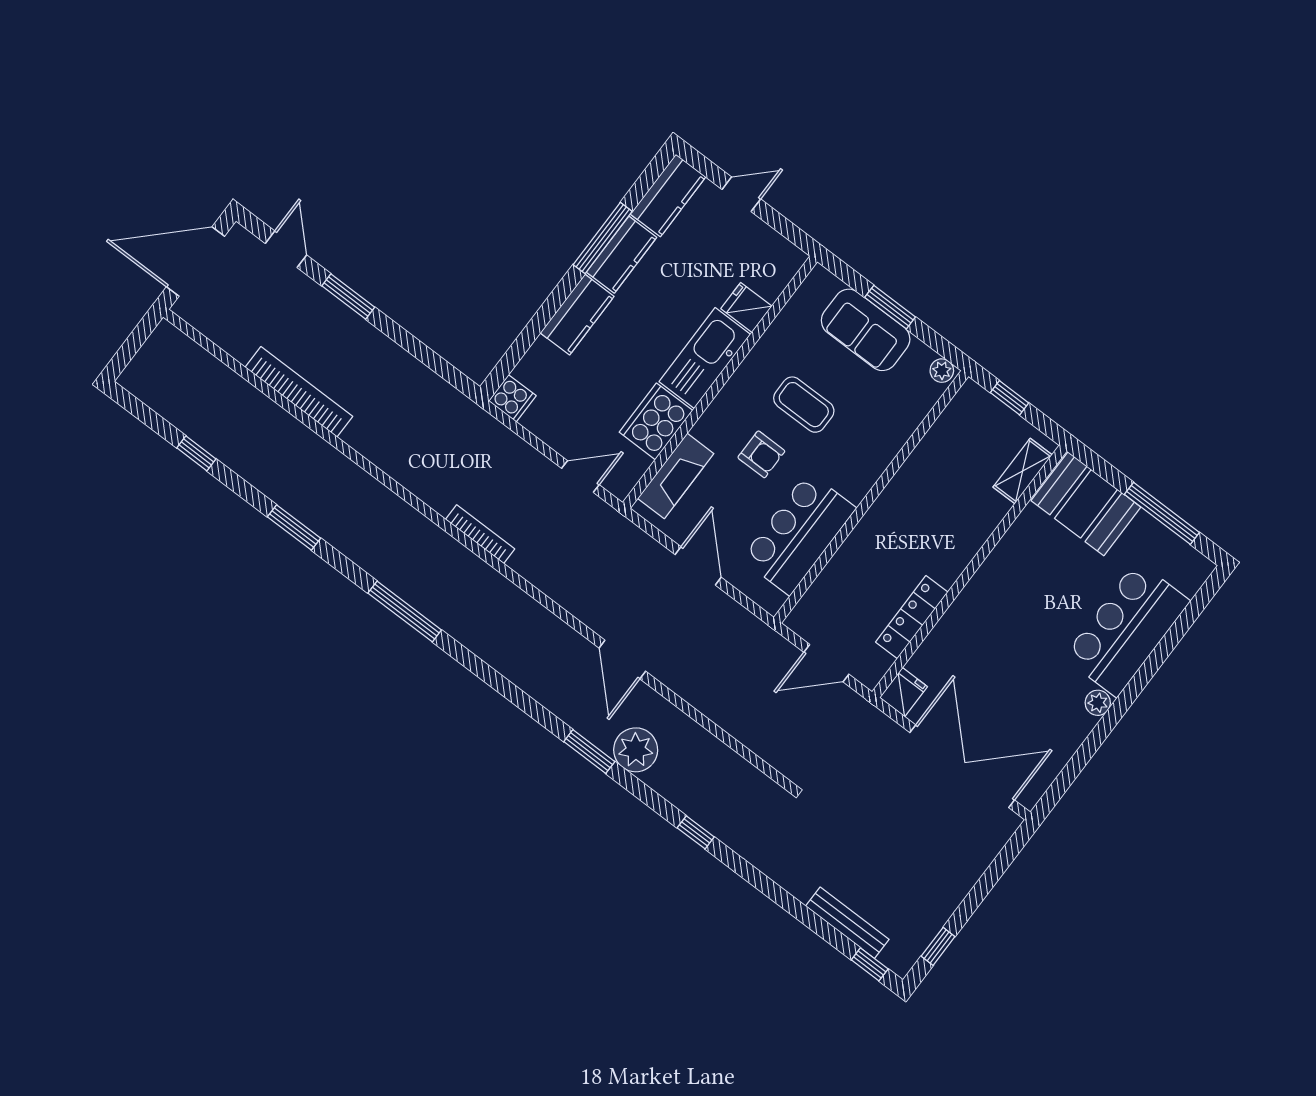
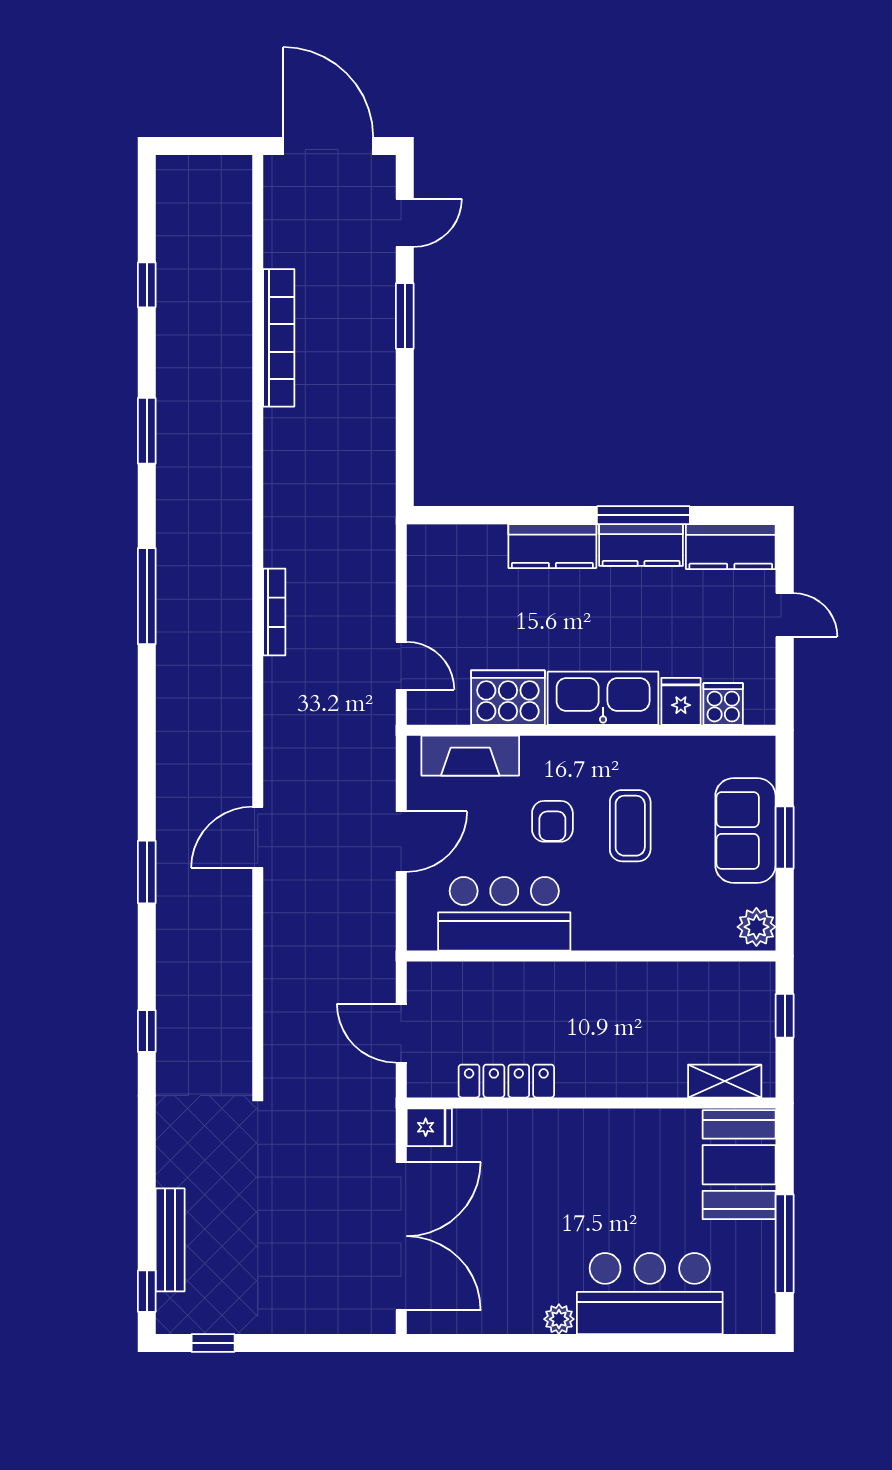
plant: (942, 371) -> (756, 927), width x1.38, depth x1.38
cooker: (512, 398) -> (723, 704), moved, turned 180
plant: (636, 750) -> (182, 915), removed

